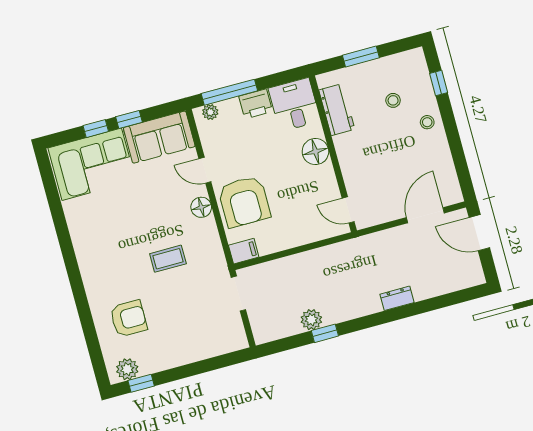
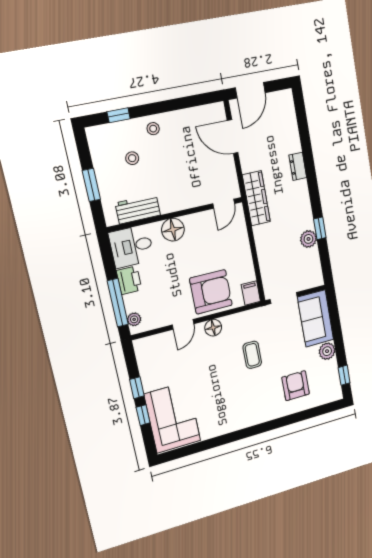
sofa: (159, 137) -> (316, 318), moved, turned 180
wardrobe: (357, 249) -> (256, 198), added
plant: (127, 369) -> (327, 351), moved

